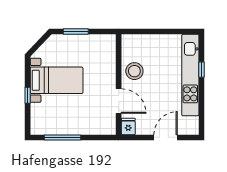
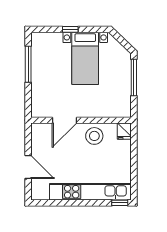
window: (76, 31) -> (134, 77), width x1.44
window: (201, 70) -> (120, 203), moved
fridge: (128, 127) -> (124, 131), moved, turned 90

